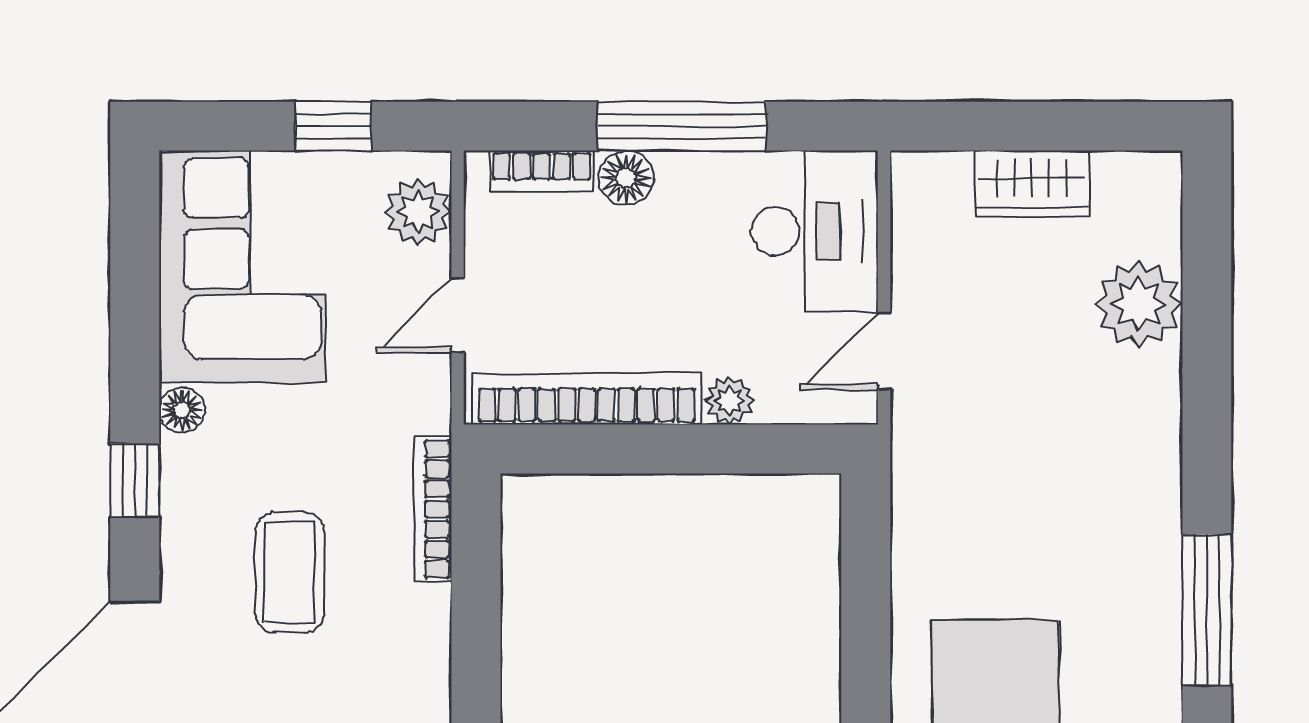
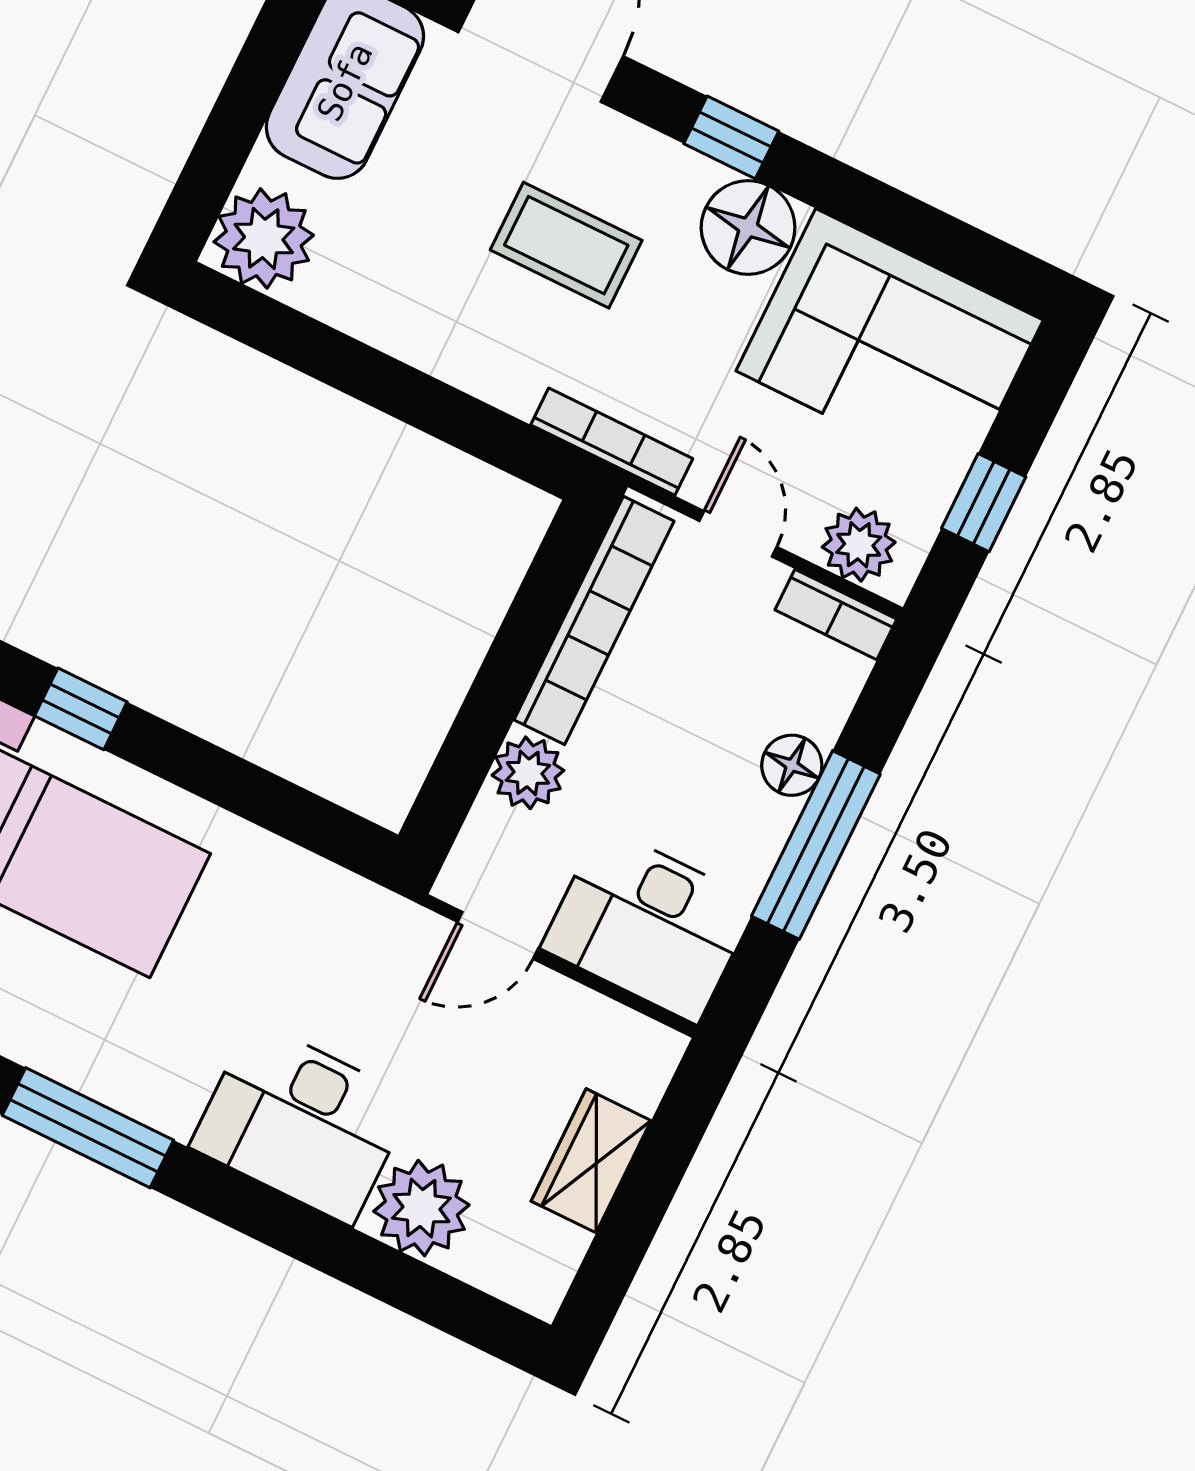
bookcase: (542, 171) -> (836, 615), moved, turned -90
door: (884, 351) -> (498, 935), swing flipped
plant: (729, 401) -> (528, 773), width x1.38, depth x1.38
floor lamp: (182, 410) -> (748, 227), width x1.89, depth x1.89
desk: (1117, 437) -> (302, 1123), added
bookcase: (433, 509) -> (612, 442), moved

